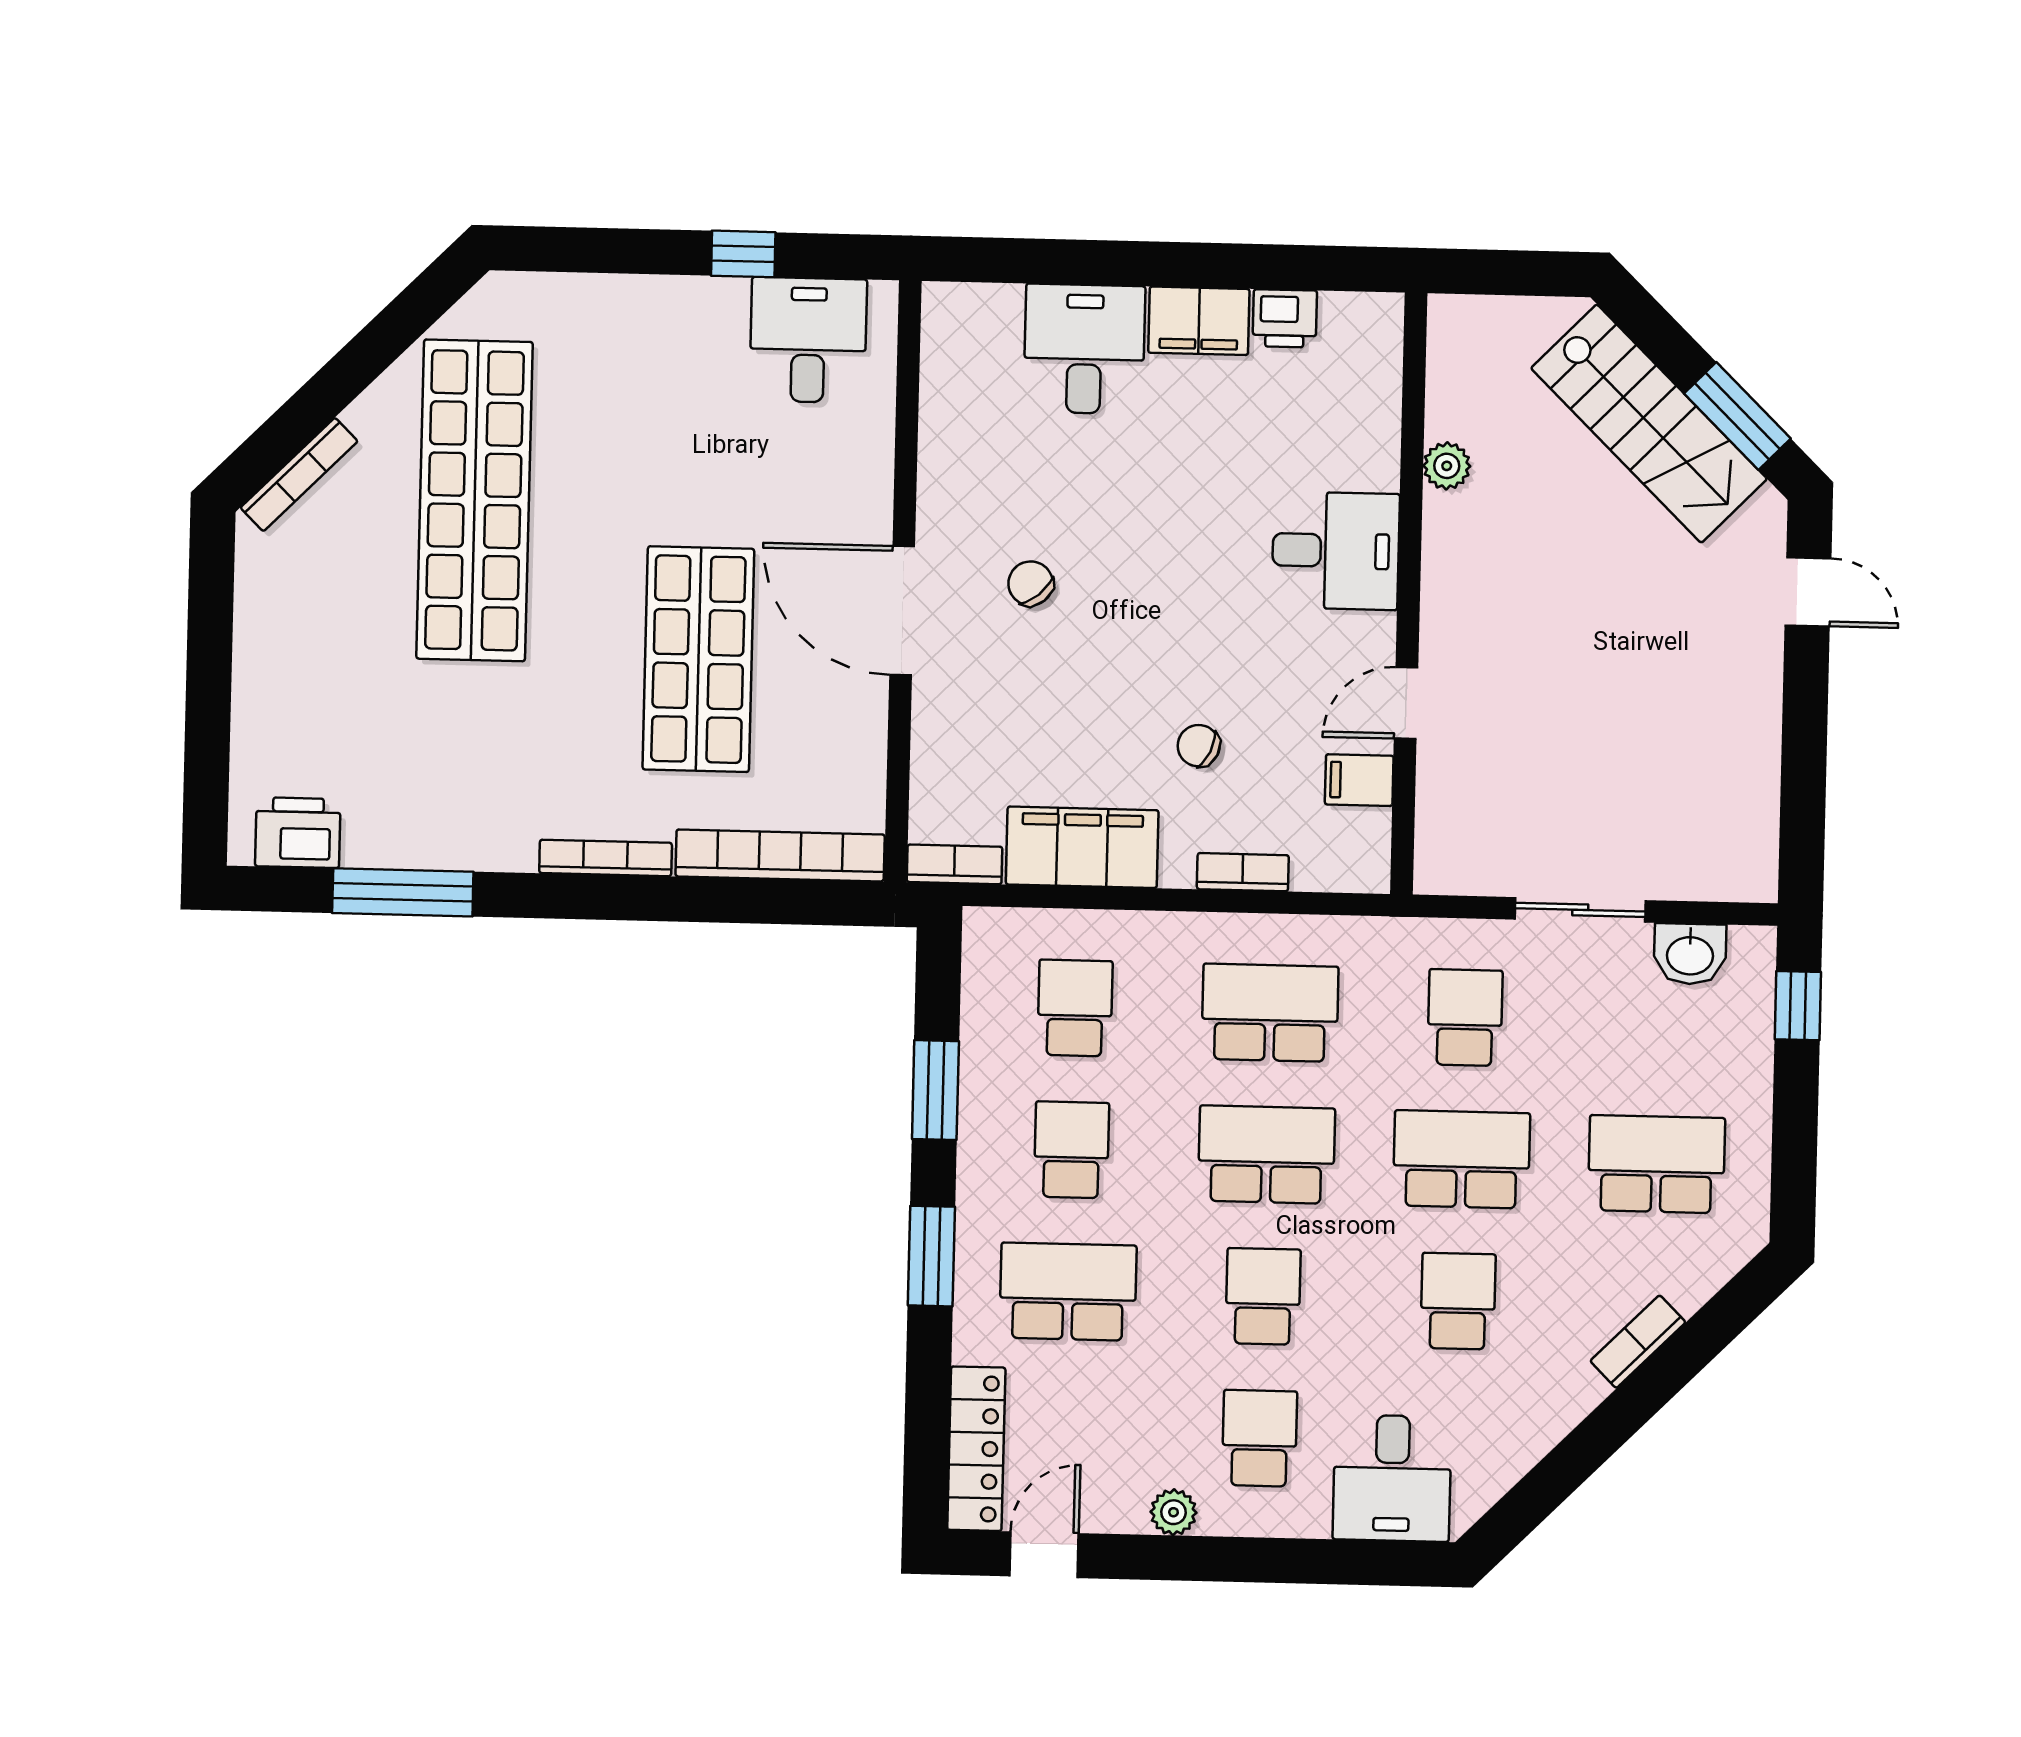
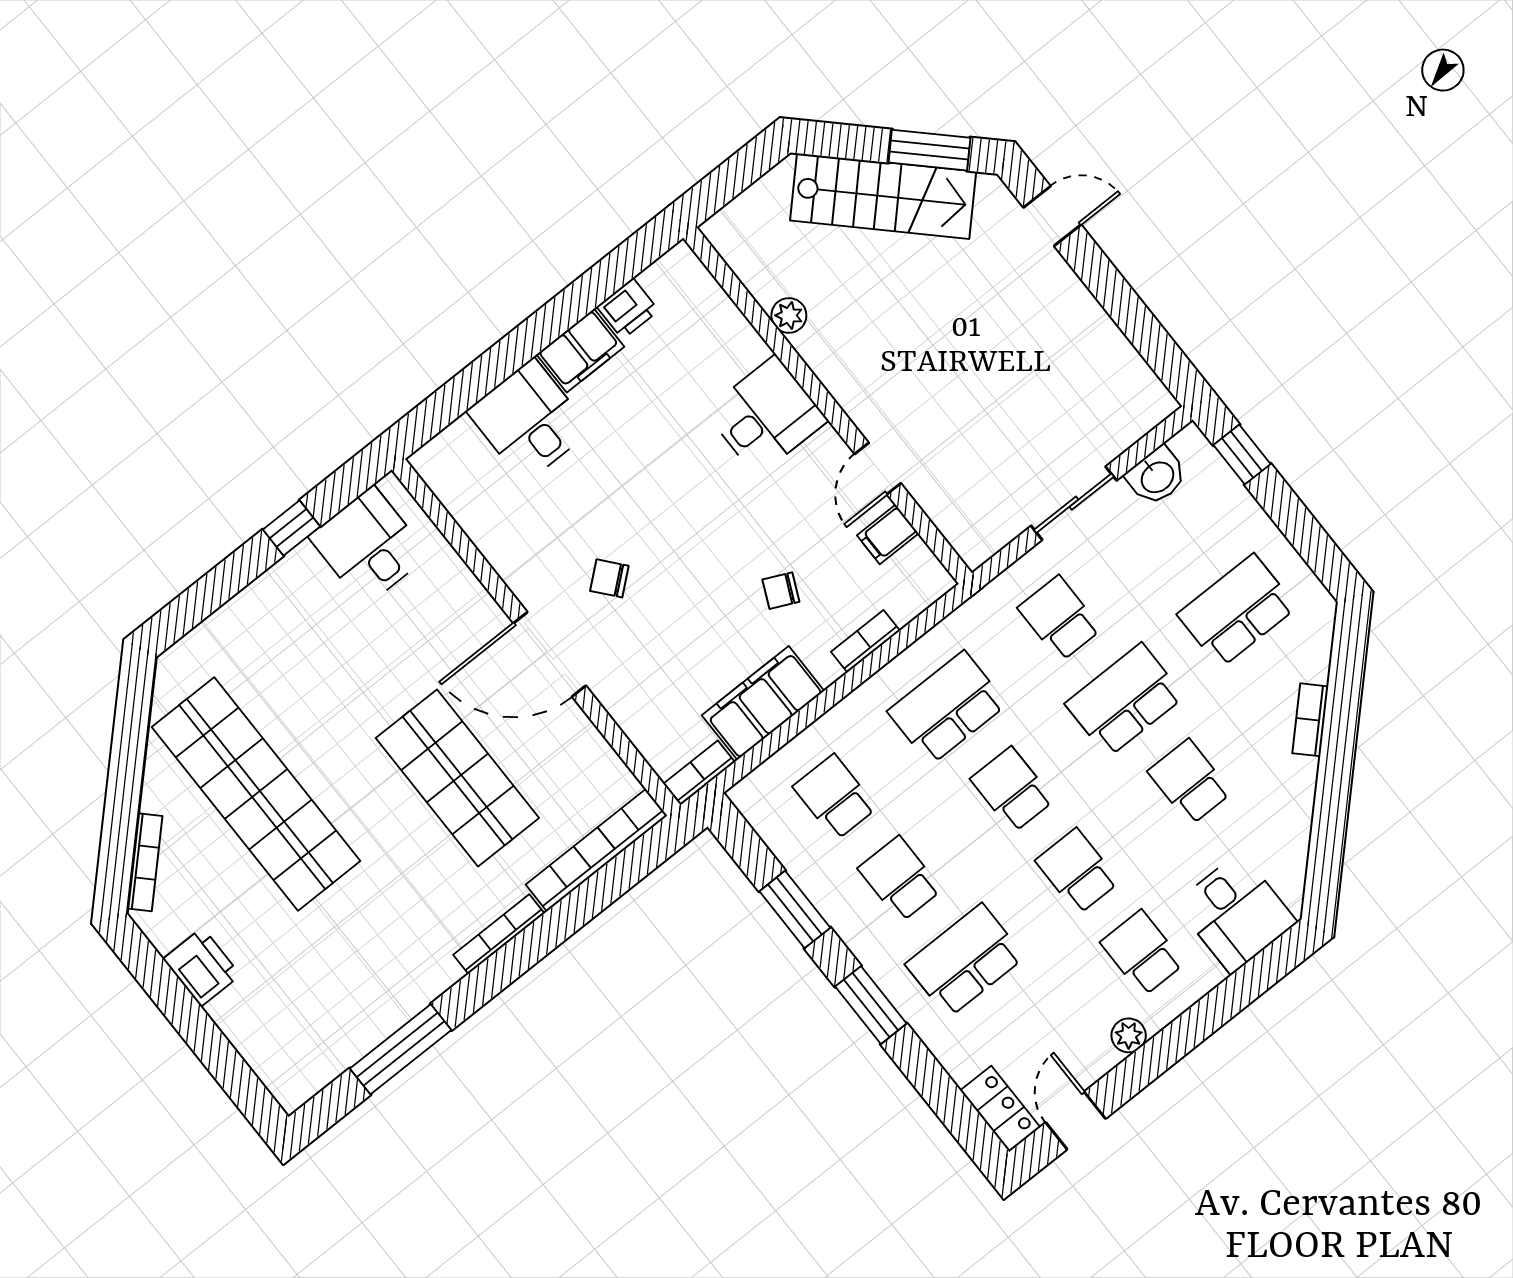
printer: (298, 833) -> (202, 967), moved, turned 90
school desk: (1266, 1155) -> (1012, 790), width x0.54
locker: (976, 1449) -> (1000, 1109), width x0.66

